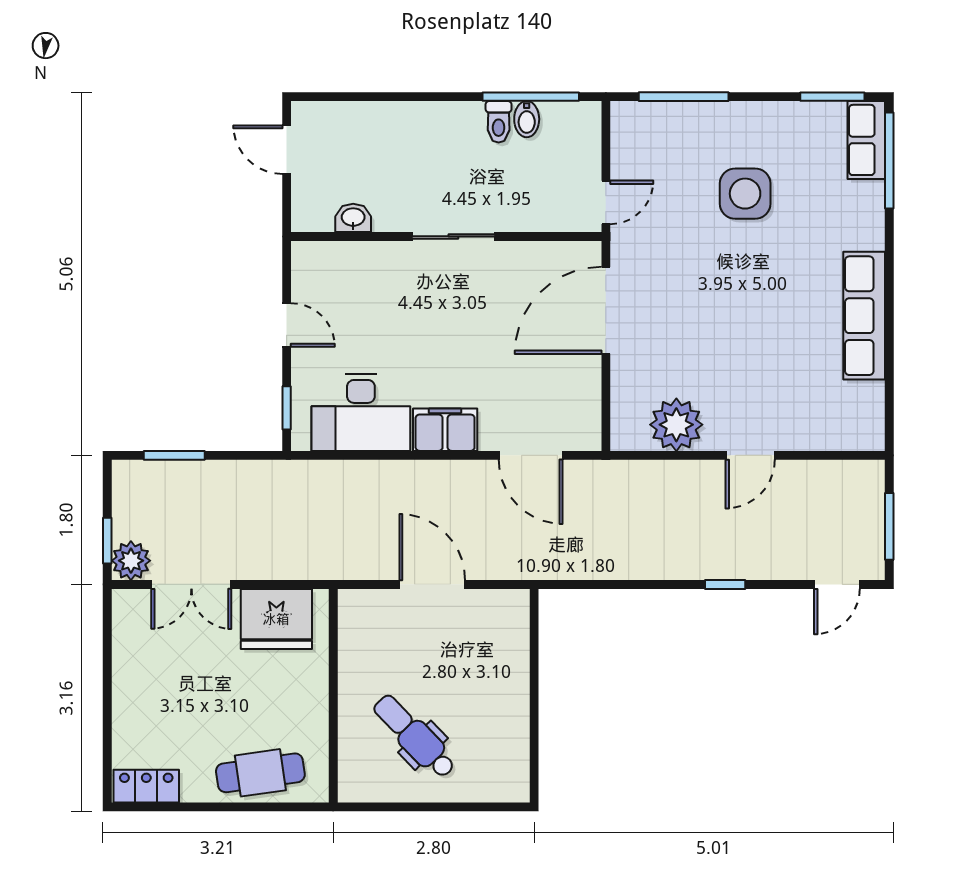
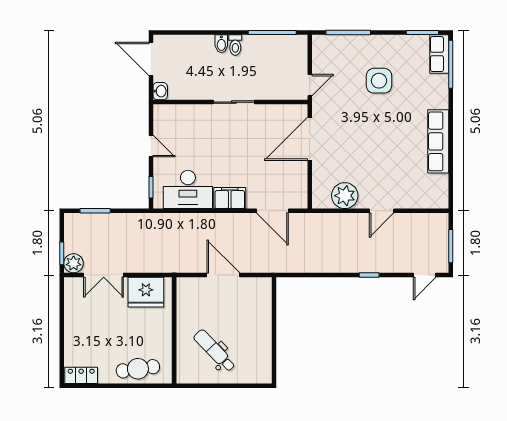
bidet: (527, 119) -> (221, 44), moved
toilet: (499, 122) -> (235, 45), moved
door: (287, 150) -> (151, 59), width x1.38
washbasin: (353, 218) -> (160, 91), moved, turned 90

